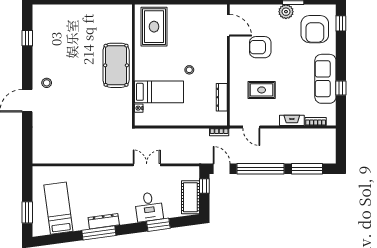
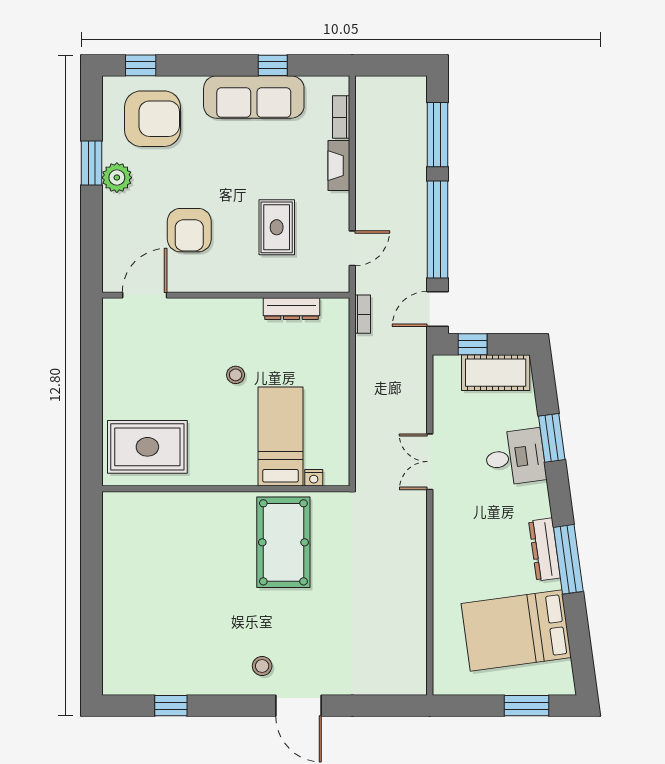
pool table: (116, 65) -> (283, 542), moved, turned 90
bed: (58, 208) -> (516, 630), width x1.50

